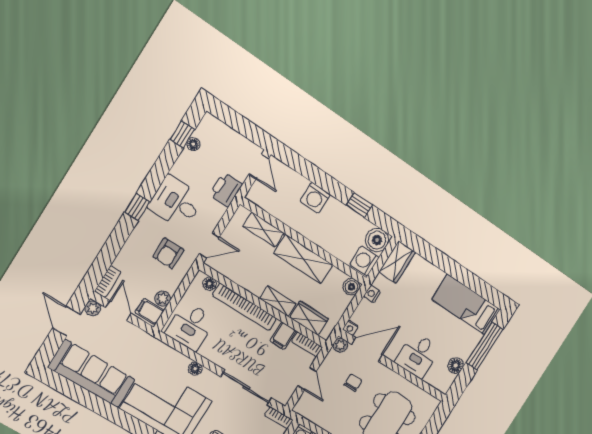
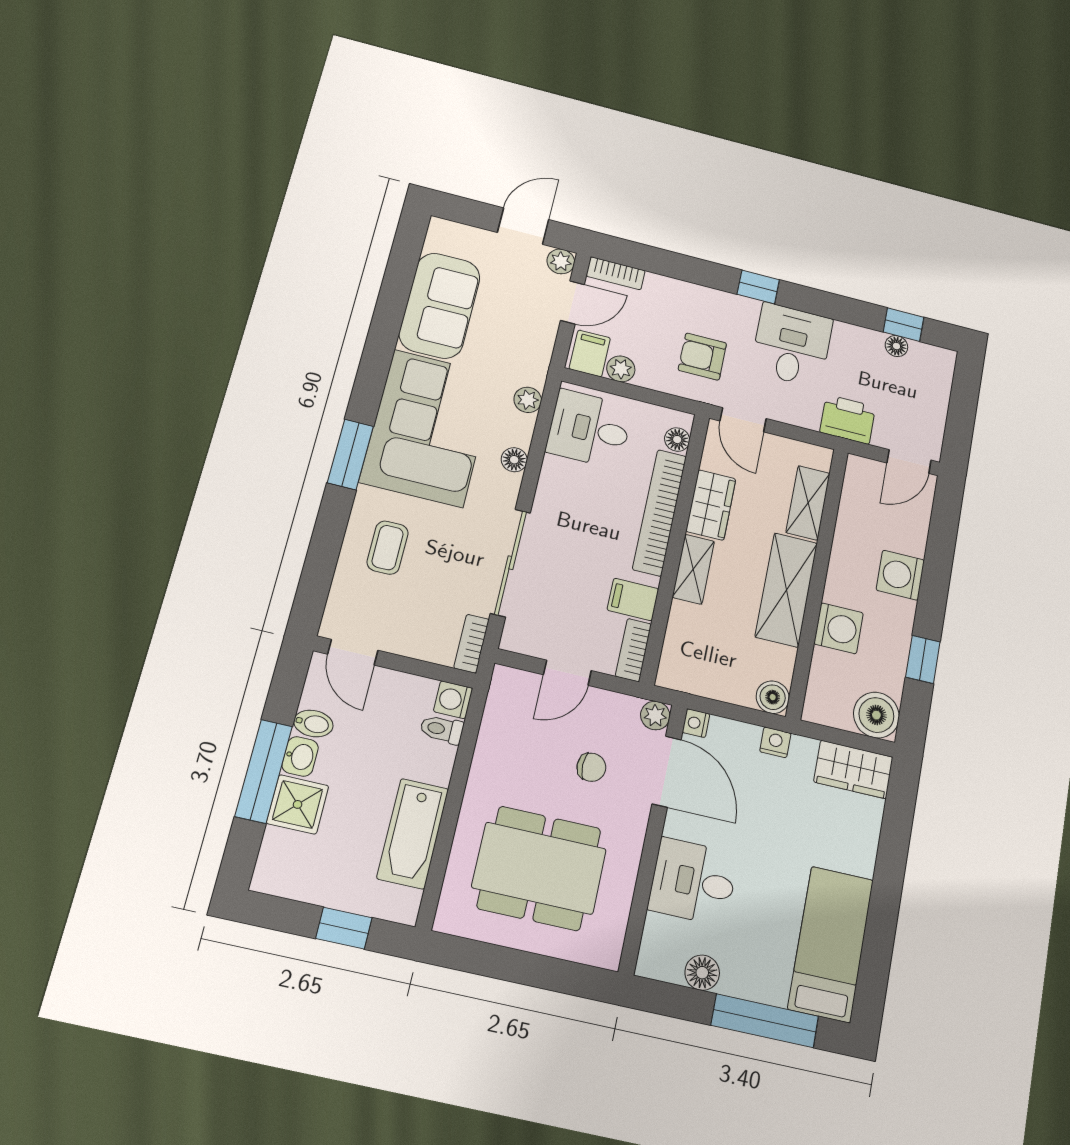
washing machine: (364, 261) -> (839, 628), moved, turned 90
wardrobe: (309, 318) -> (711, 505), moved
plant: (166, 352) -> (528, 400), added
sofa: (92, 373) -> (440, 306), width x0.73

